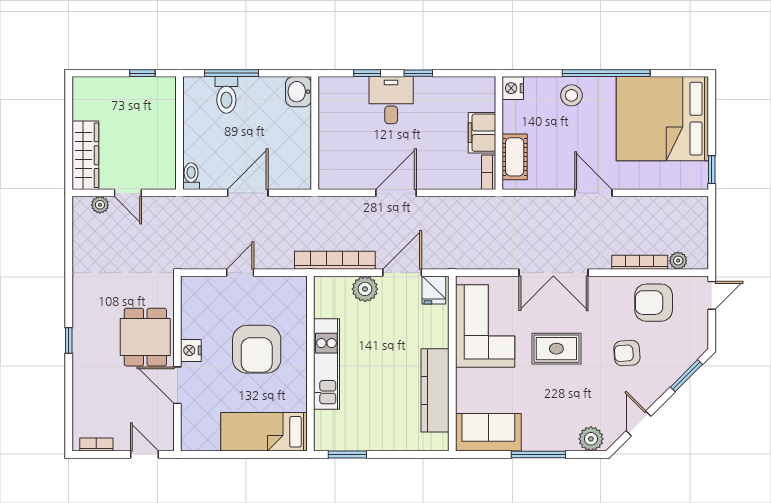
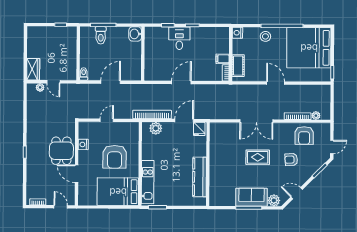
filing cabinet: (482, 133) -> (223, 59), width x0.50
wardrobe: (85, 155) -> (33, 69), width x0.67
plant: (365, 289) -> (156, 128), moved
door: (712, 295) -> (332, 147), moved
armchair: (654, 303) -> (304, 136), turned -90
corner sofa: (485, 326) -> (224, 146), removed
nightstand: (191, 350) -> (83, 144), moved
kitchen unit: (326, 364) -> (148, 182), moved
door: (639, 423) -> (297, 193), hinge flipped
bed: (264, 432) -> (118, 192), width x1.50
sofa: (488, 432) -> (252, 197), moved

